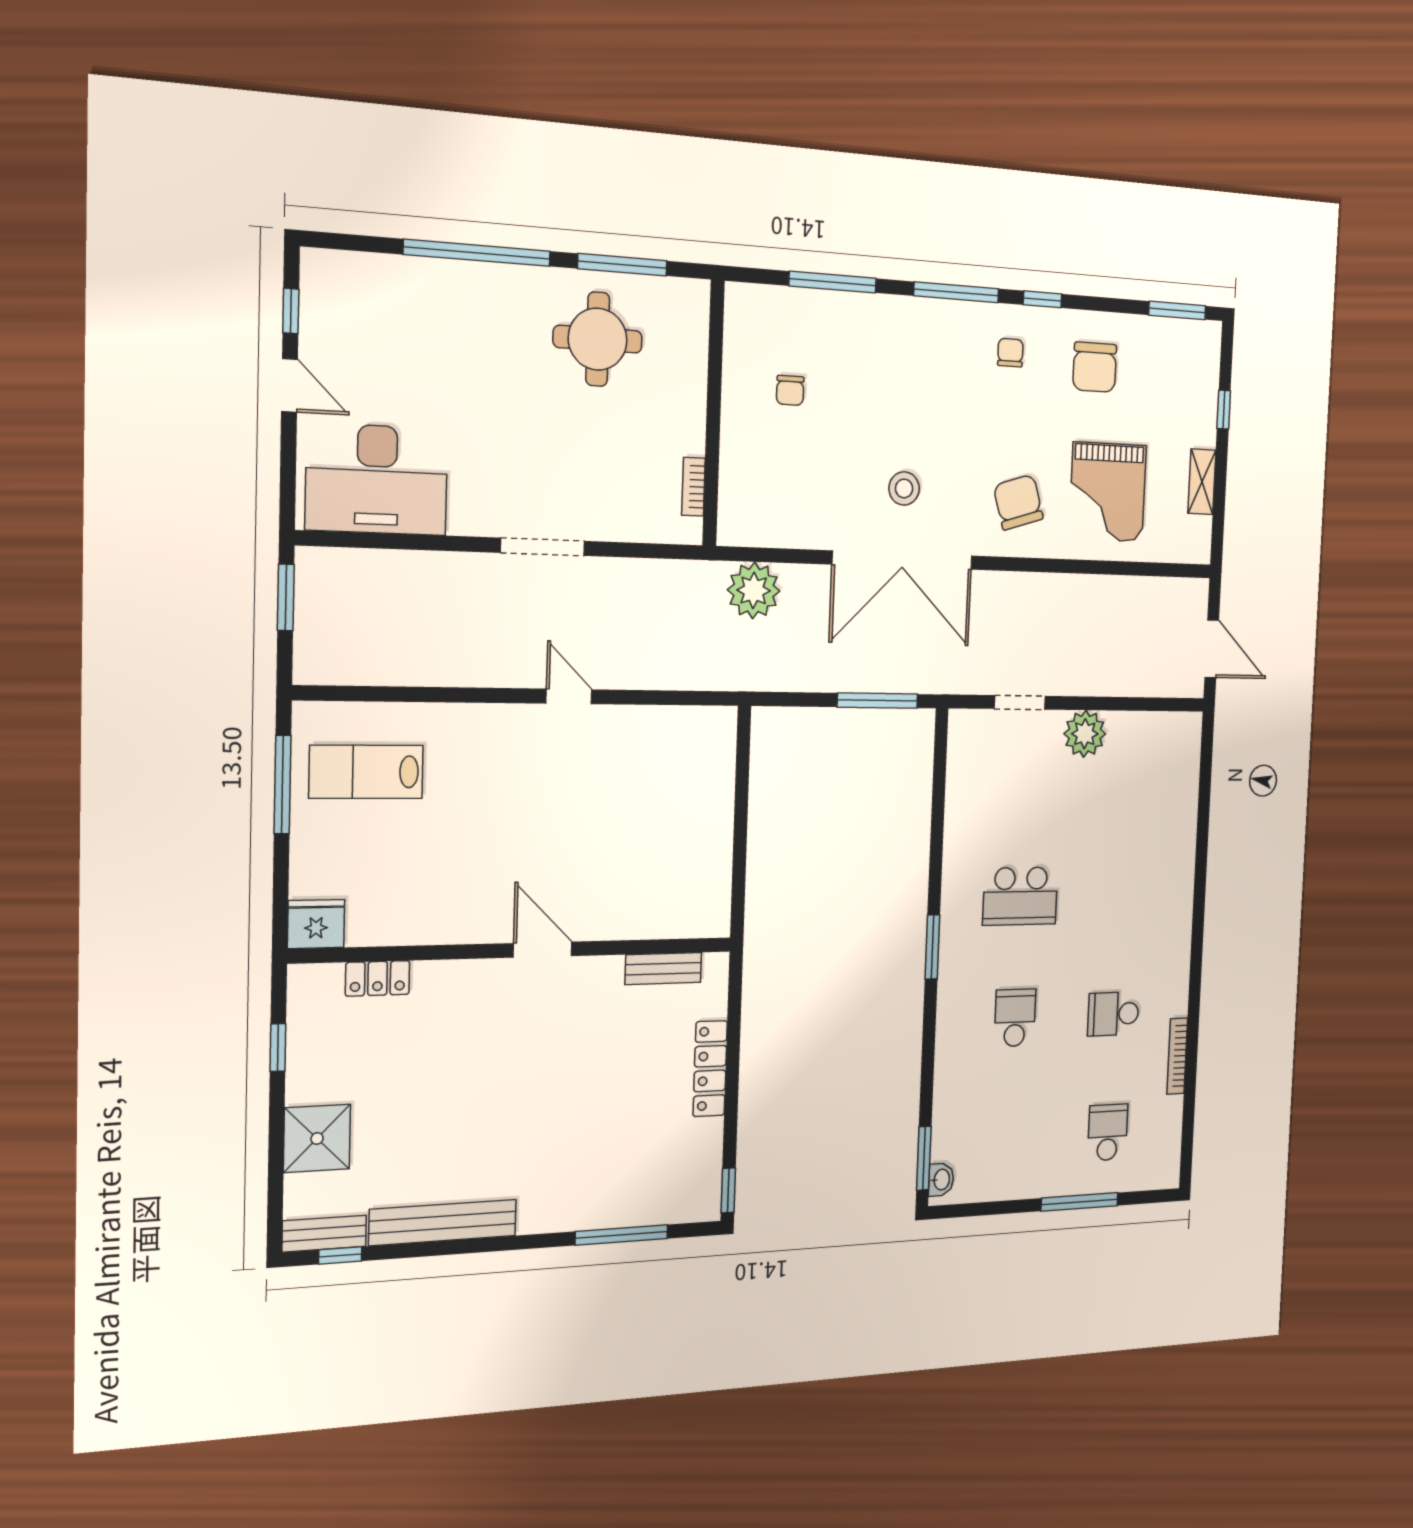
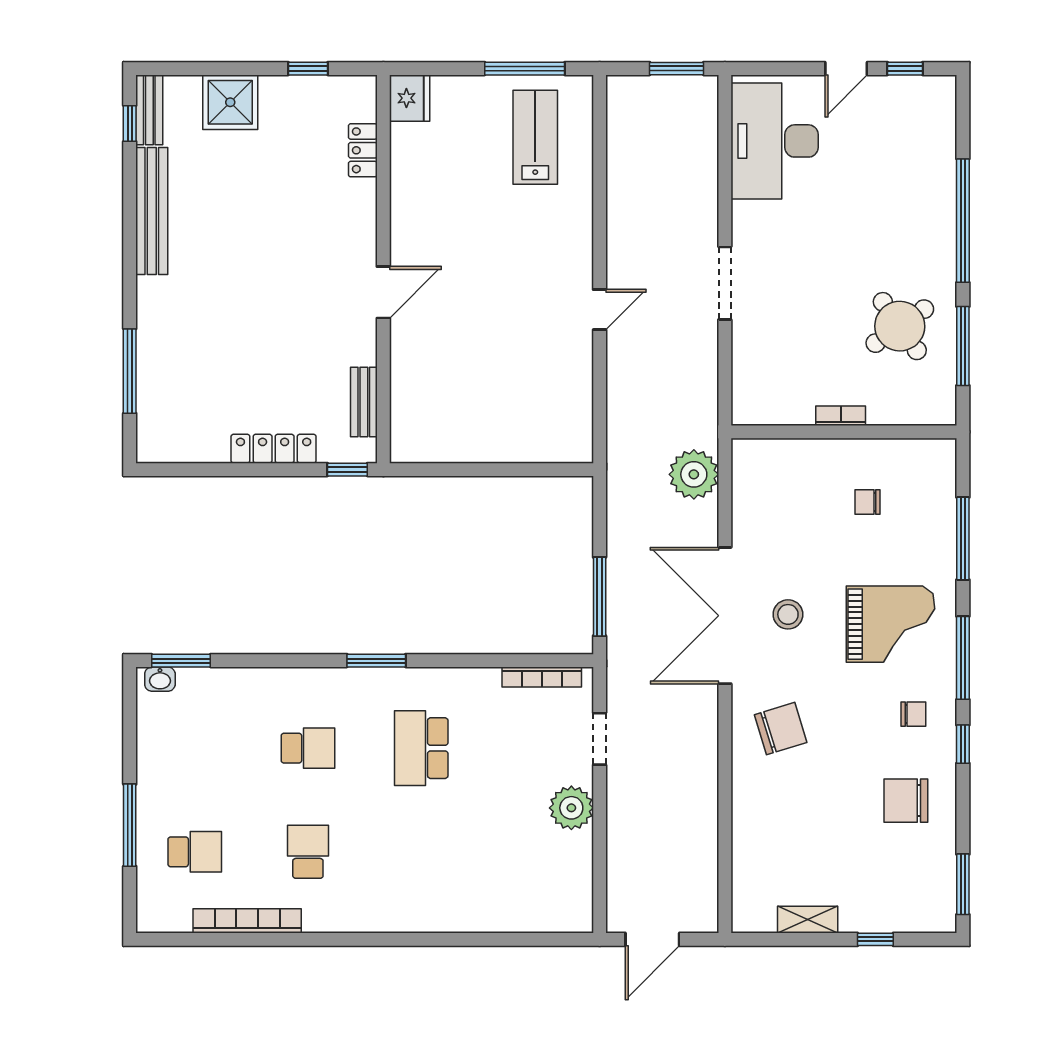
round table: (598, 339) -> (900, 326), turned -35
bookcase: (693, 487) -> (841, 416), moved
grand piano: (1108, 492) -> (891, 624), moved, turned 180
bookcase: (956, 765) -> (542, 677), added
bookcase: (1177, 1056) -> (247, 921), width x1.48, depth x1.31
window: (728, 1190) -> (347, 470), moved

